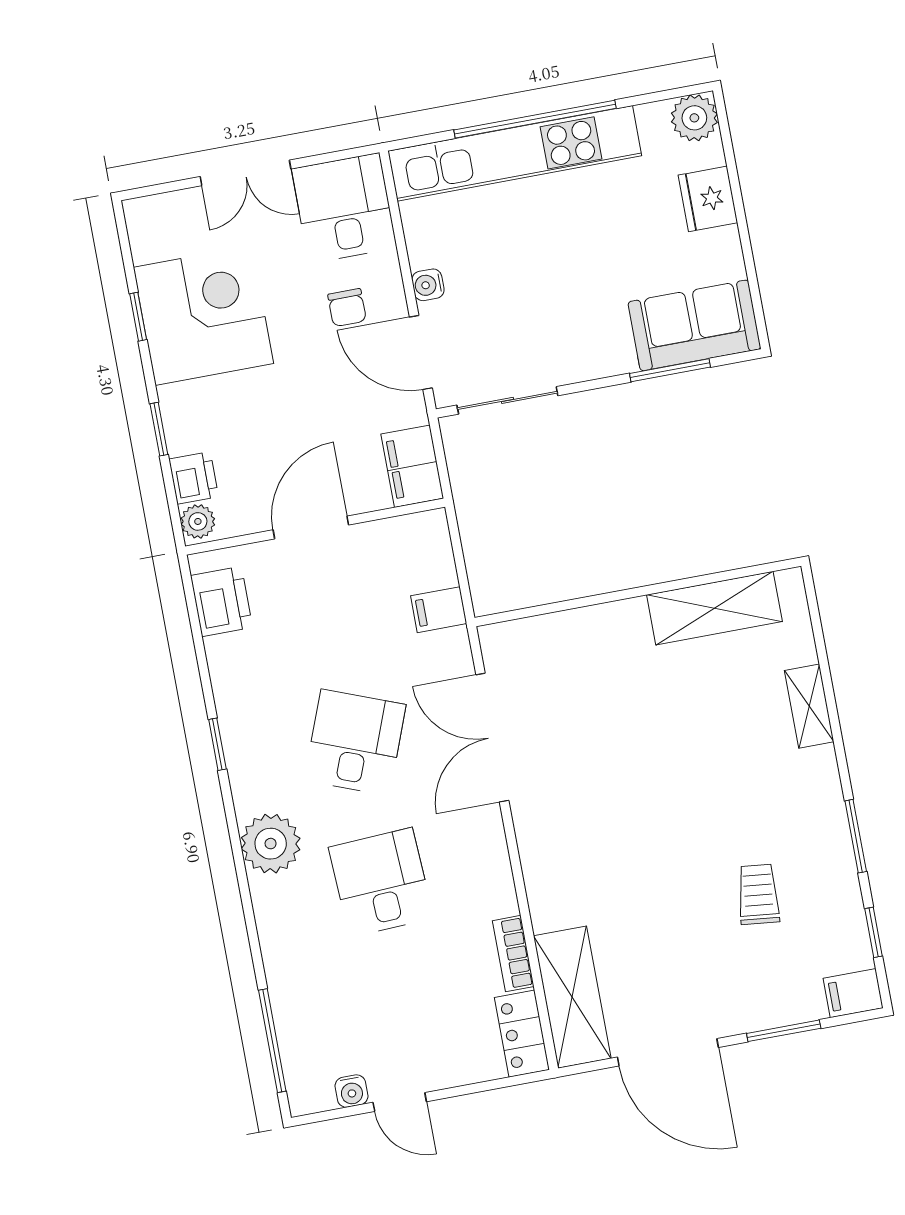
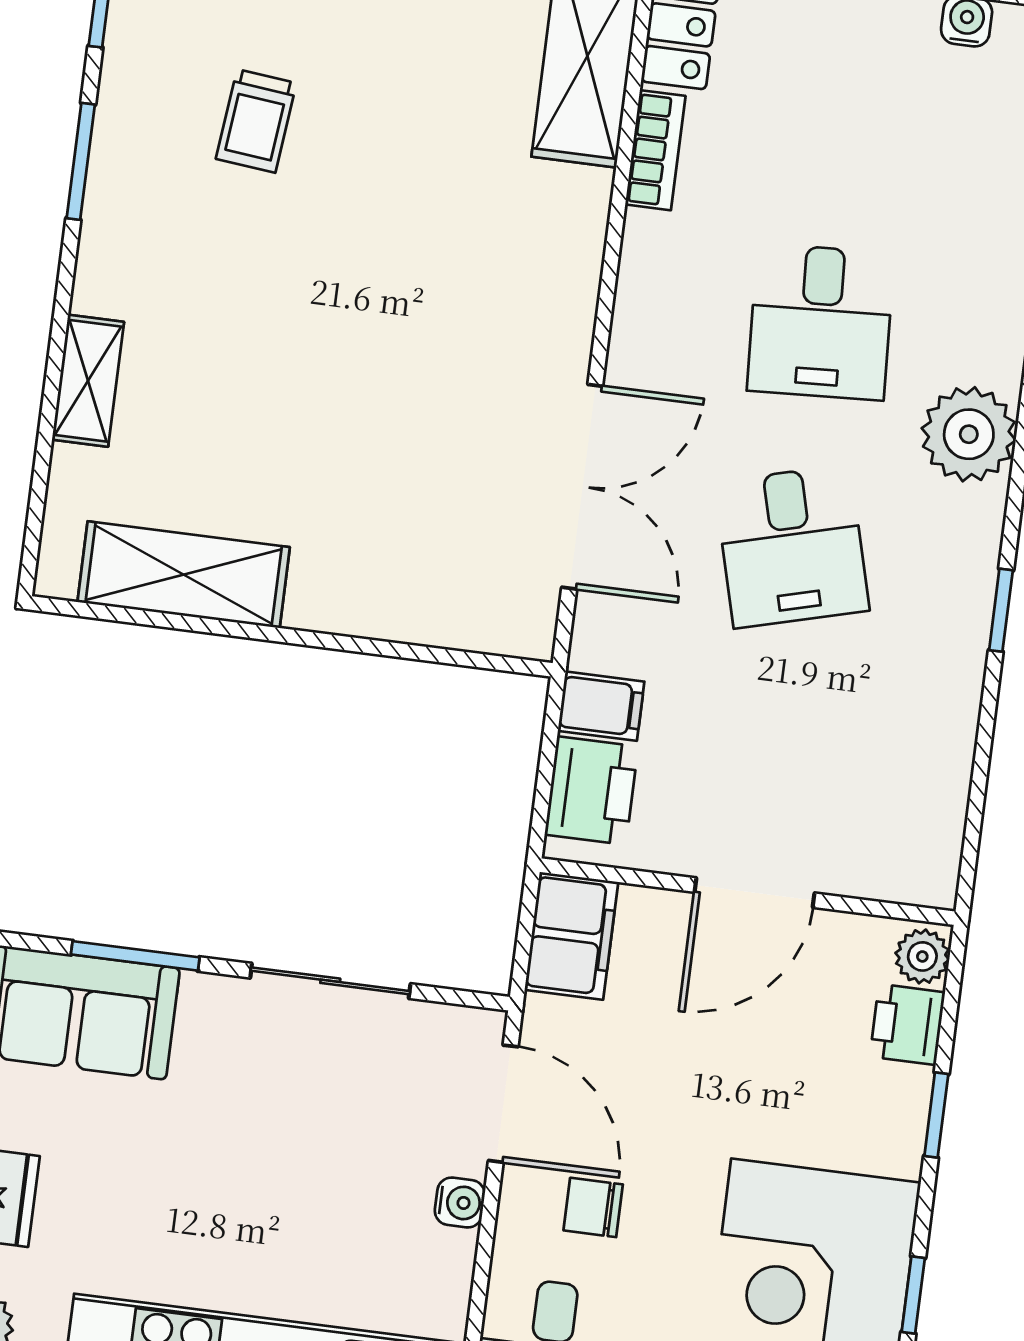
chair: (347, 308) -> (593, 1207), turned -90
sliding door: (507, 400) -> (330, 981), moved
printer: (222, 601) -> (591, 791), moved, turned 180
desk: (355, 742) -> (792, 546), turned -36

